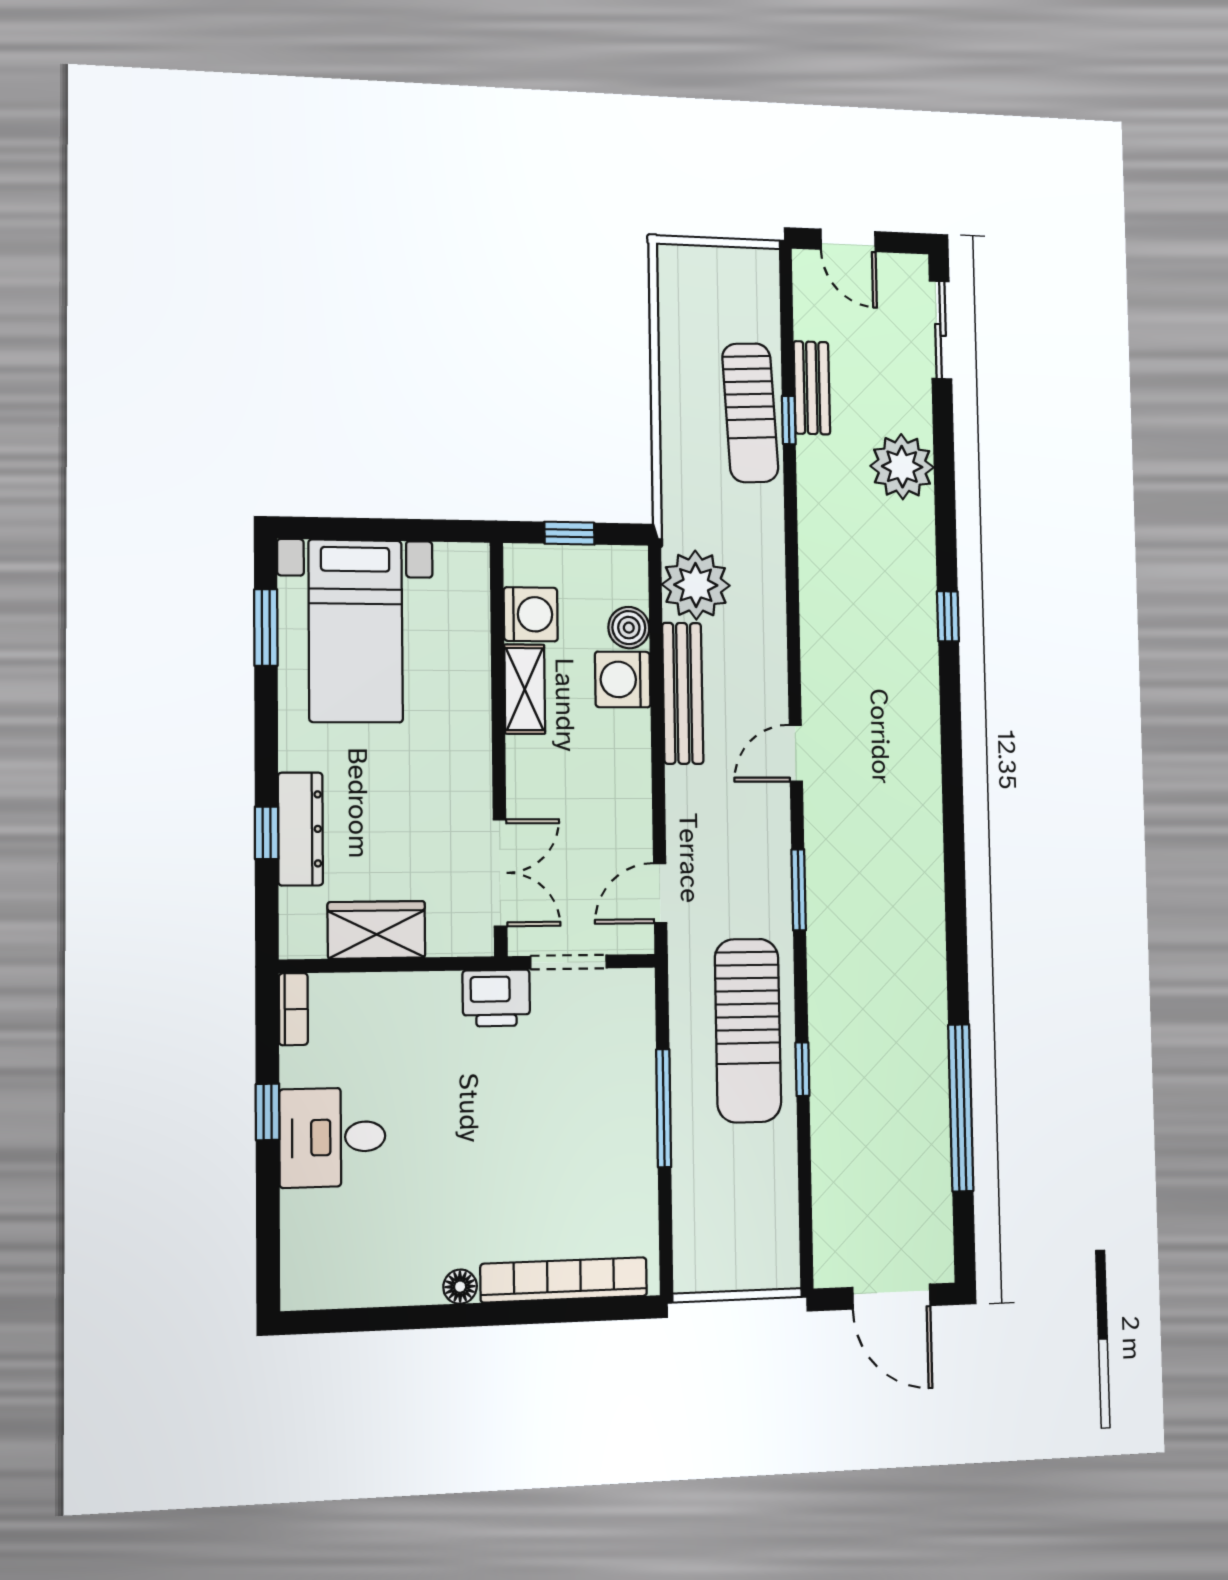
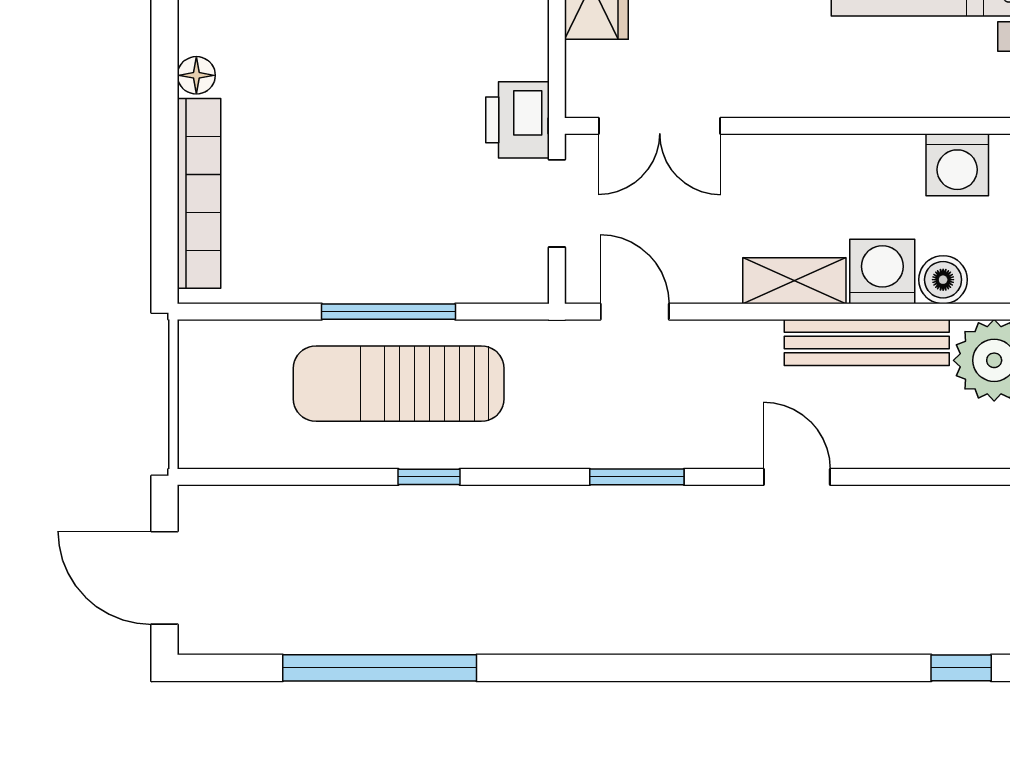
shelving: (525, 689) -> (794, 281), moved
sun lounger: (748, 1030) -> (399, 384), moved
door: (892, 1297) -> (165, 578), hinge flipped

